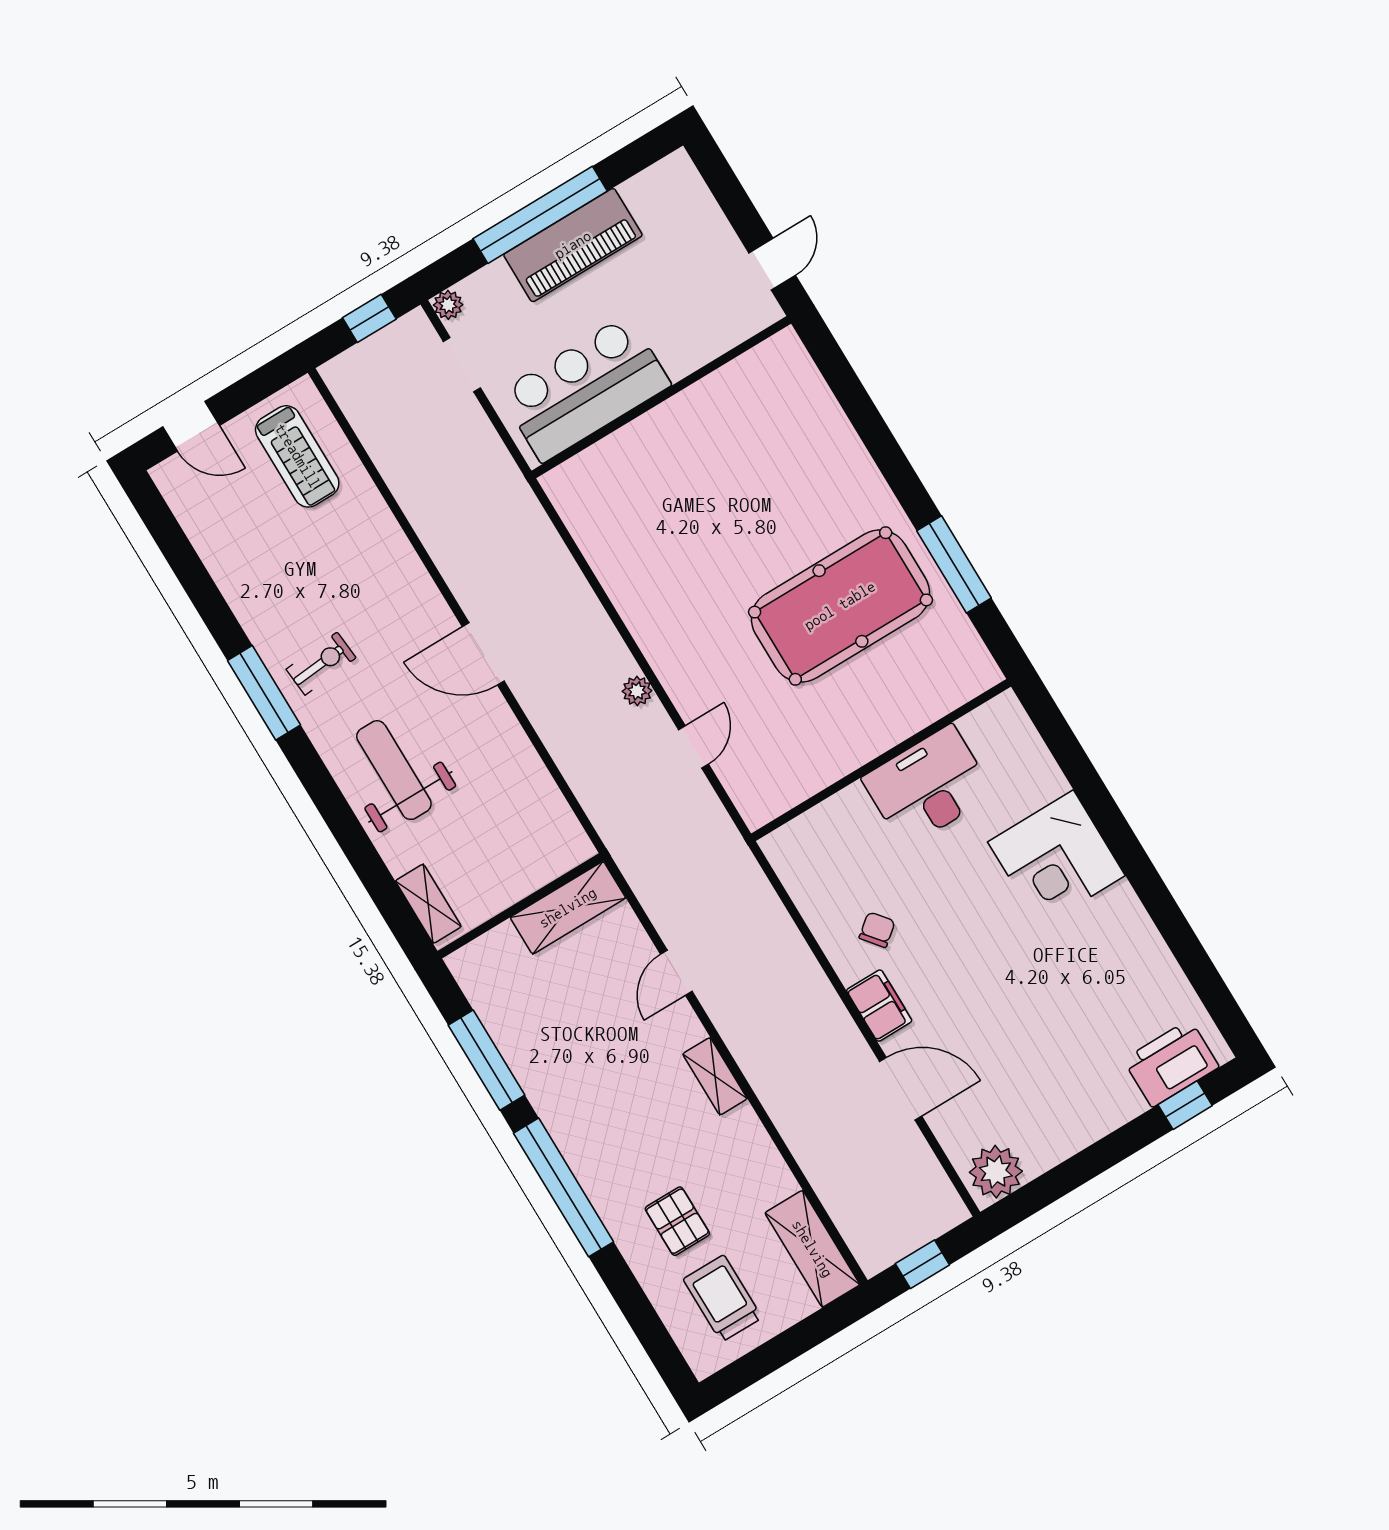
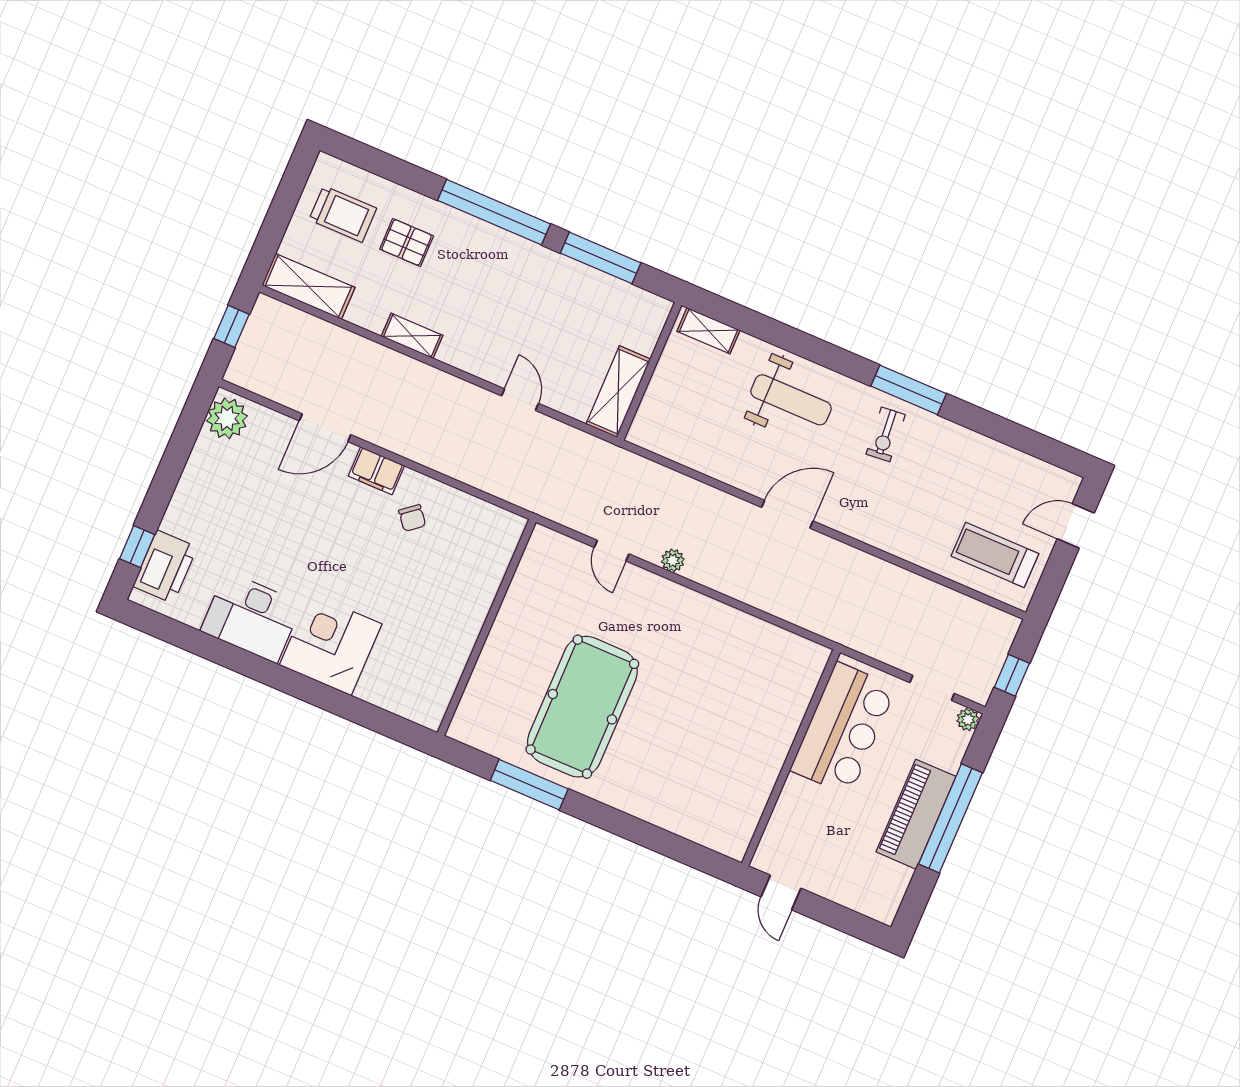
desk: (928, 786) -> (251, 617), moved, turned 90
shelving: (715, 1076) -> (412, 336), moved

